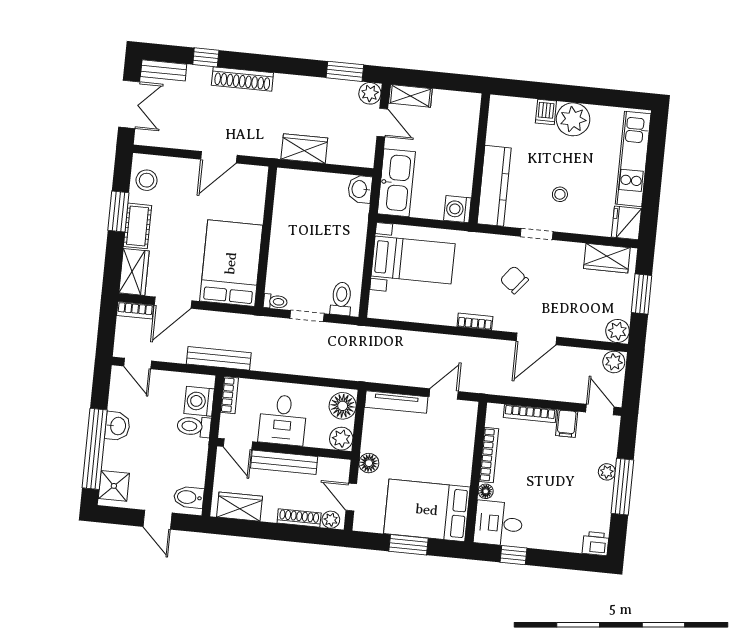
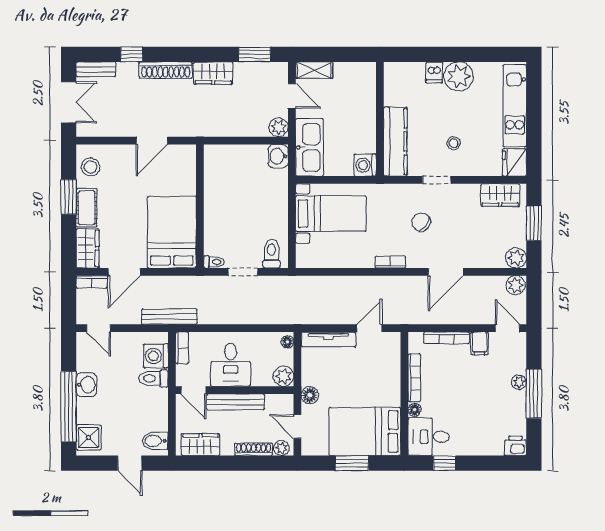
plant: (370, 93) -> (278, 127), moved
wardrobe: (304, 149) -> (213, 73), moved, turned 180
floor lamp: (343, 406) -> (287, 342), width x0.53, depth x0.53

